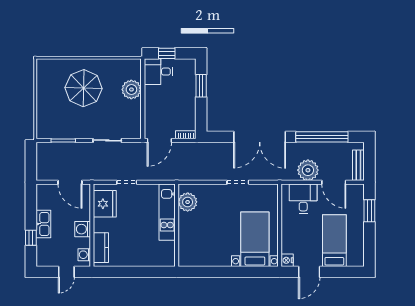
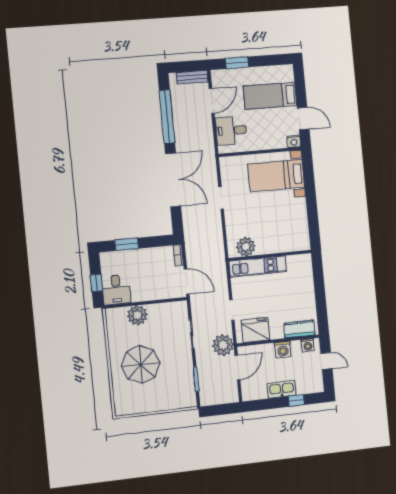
plant: (308, 170) -> (223, 345), moved

